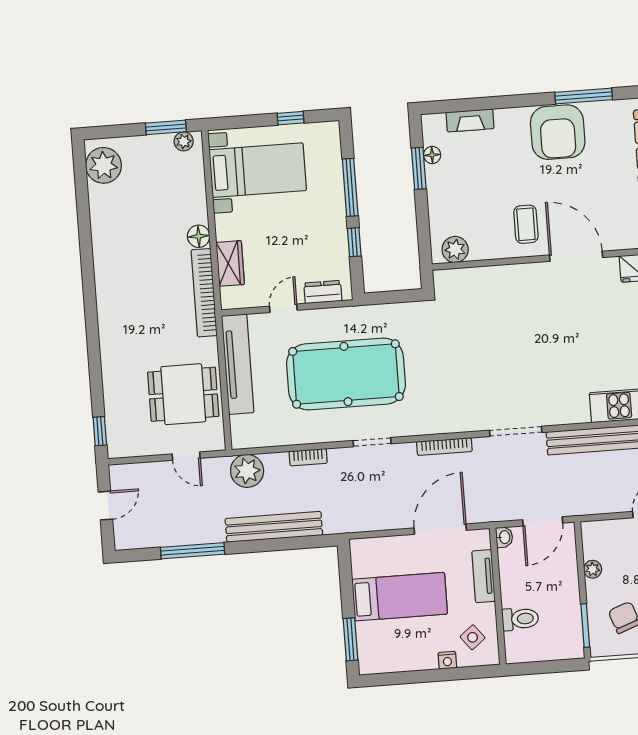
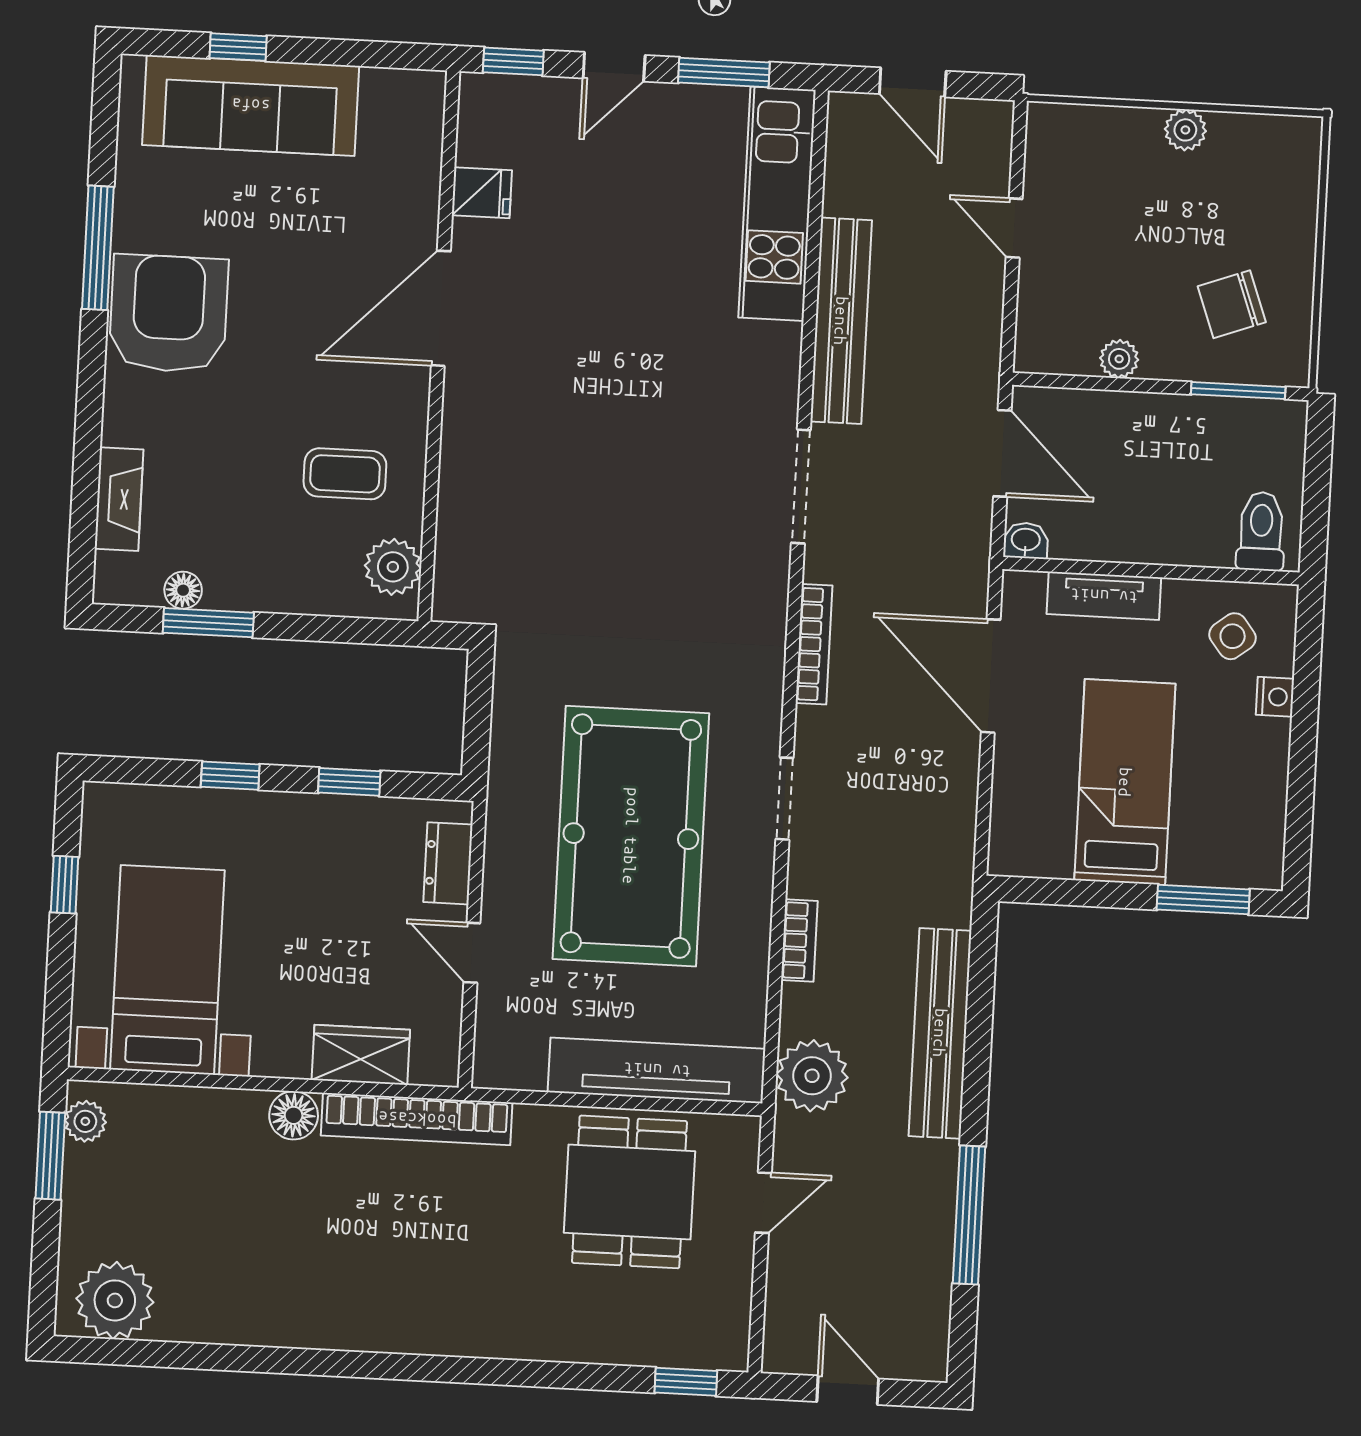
armchair: (558, 132) -> (169, 314), turned -90
window: (350, 187) -> (230, 776), width x0.46
coffee table: (526, 224) -> (345, 474), moved
tv unit: (238, 364) -> (657, 1070), moved
toilet: (520, 619) -> (1261, 531), moved

